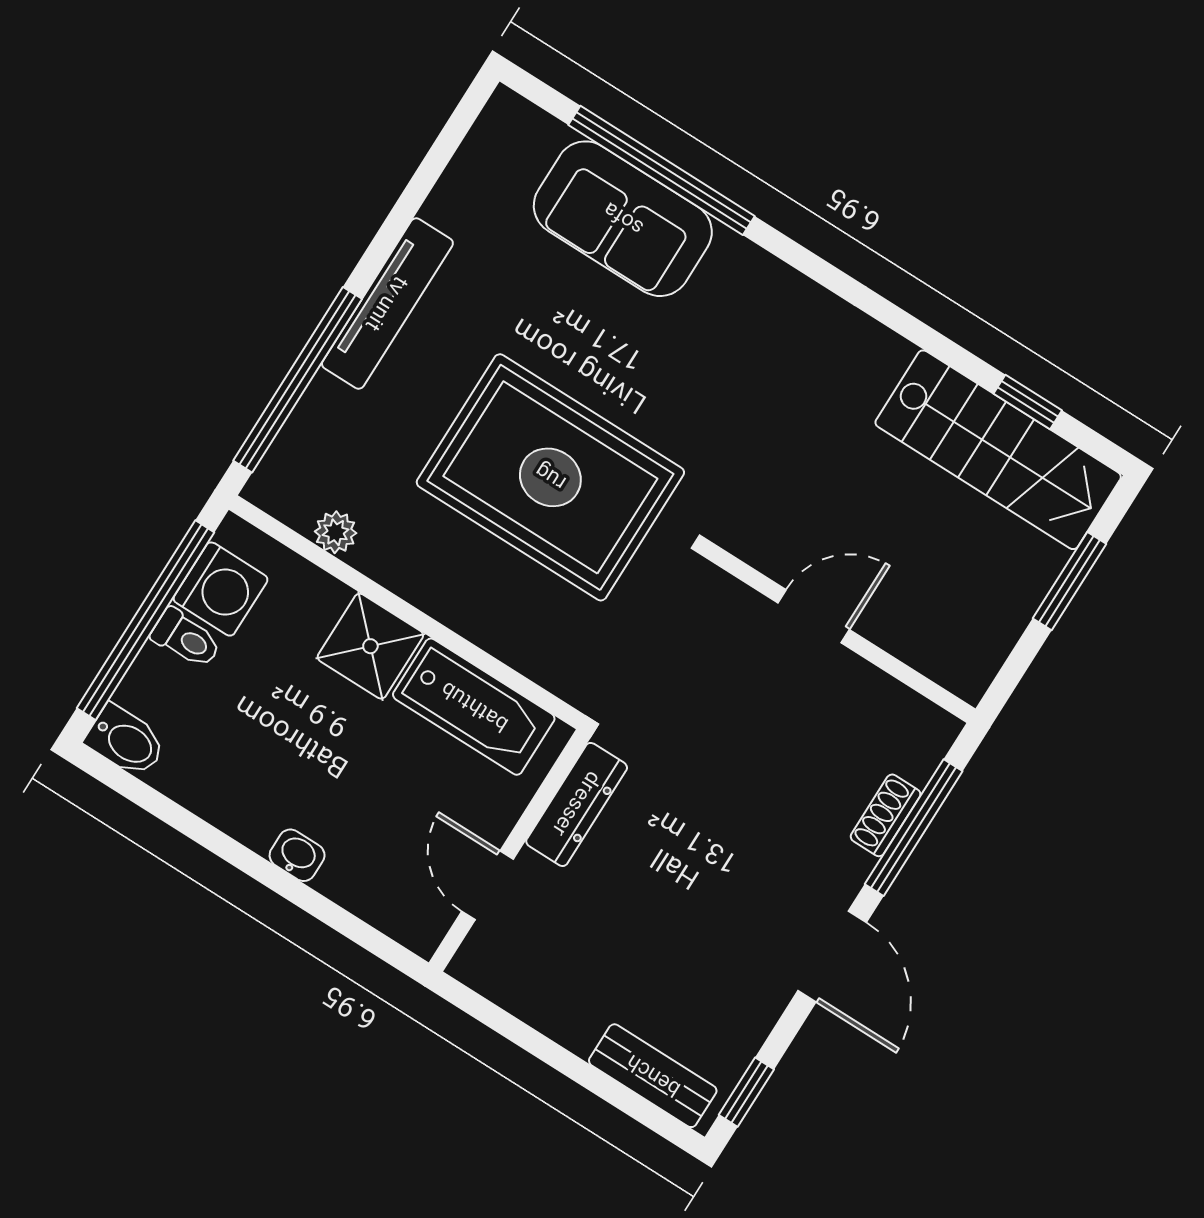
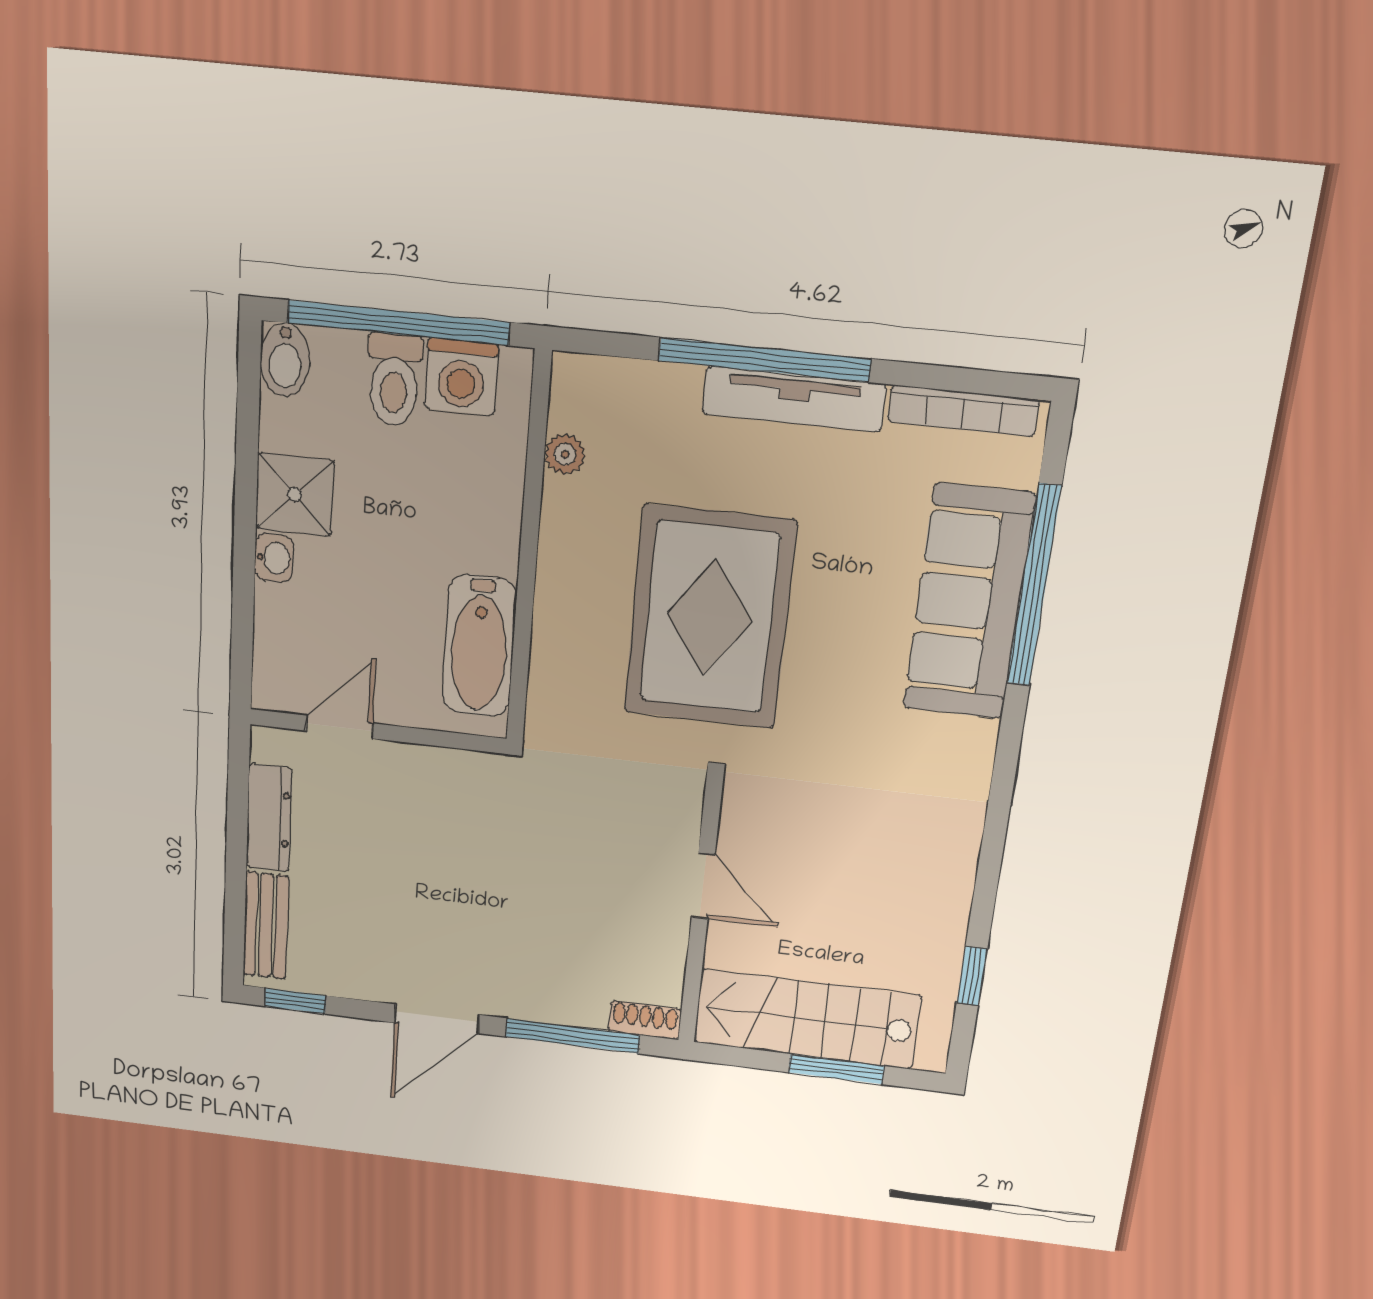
bookcase: (471, 161) -> (963, 411), added
sofa: (623, 219) -> (969, 602), width x1.36
window: (298, 380) -> (765, 360), moved
stairs: (998, 450) -> (807, 1019), moved, turned 90
toilet: (186, 638) -> (394, 380), width x1.37, depth x1.39
shower: (370, 646) -> (295, 494), moved
dresser: (577, 804) -> (269, 818), moved, turned -90
shoe rack: (886, 815) -> (645, 1020), moved

